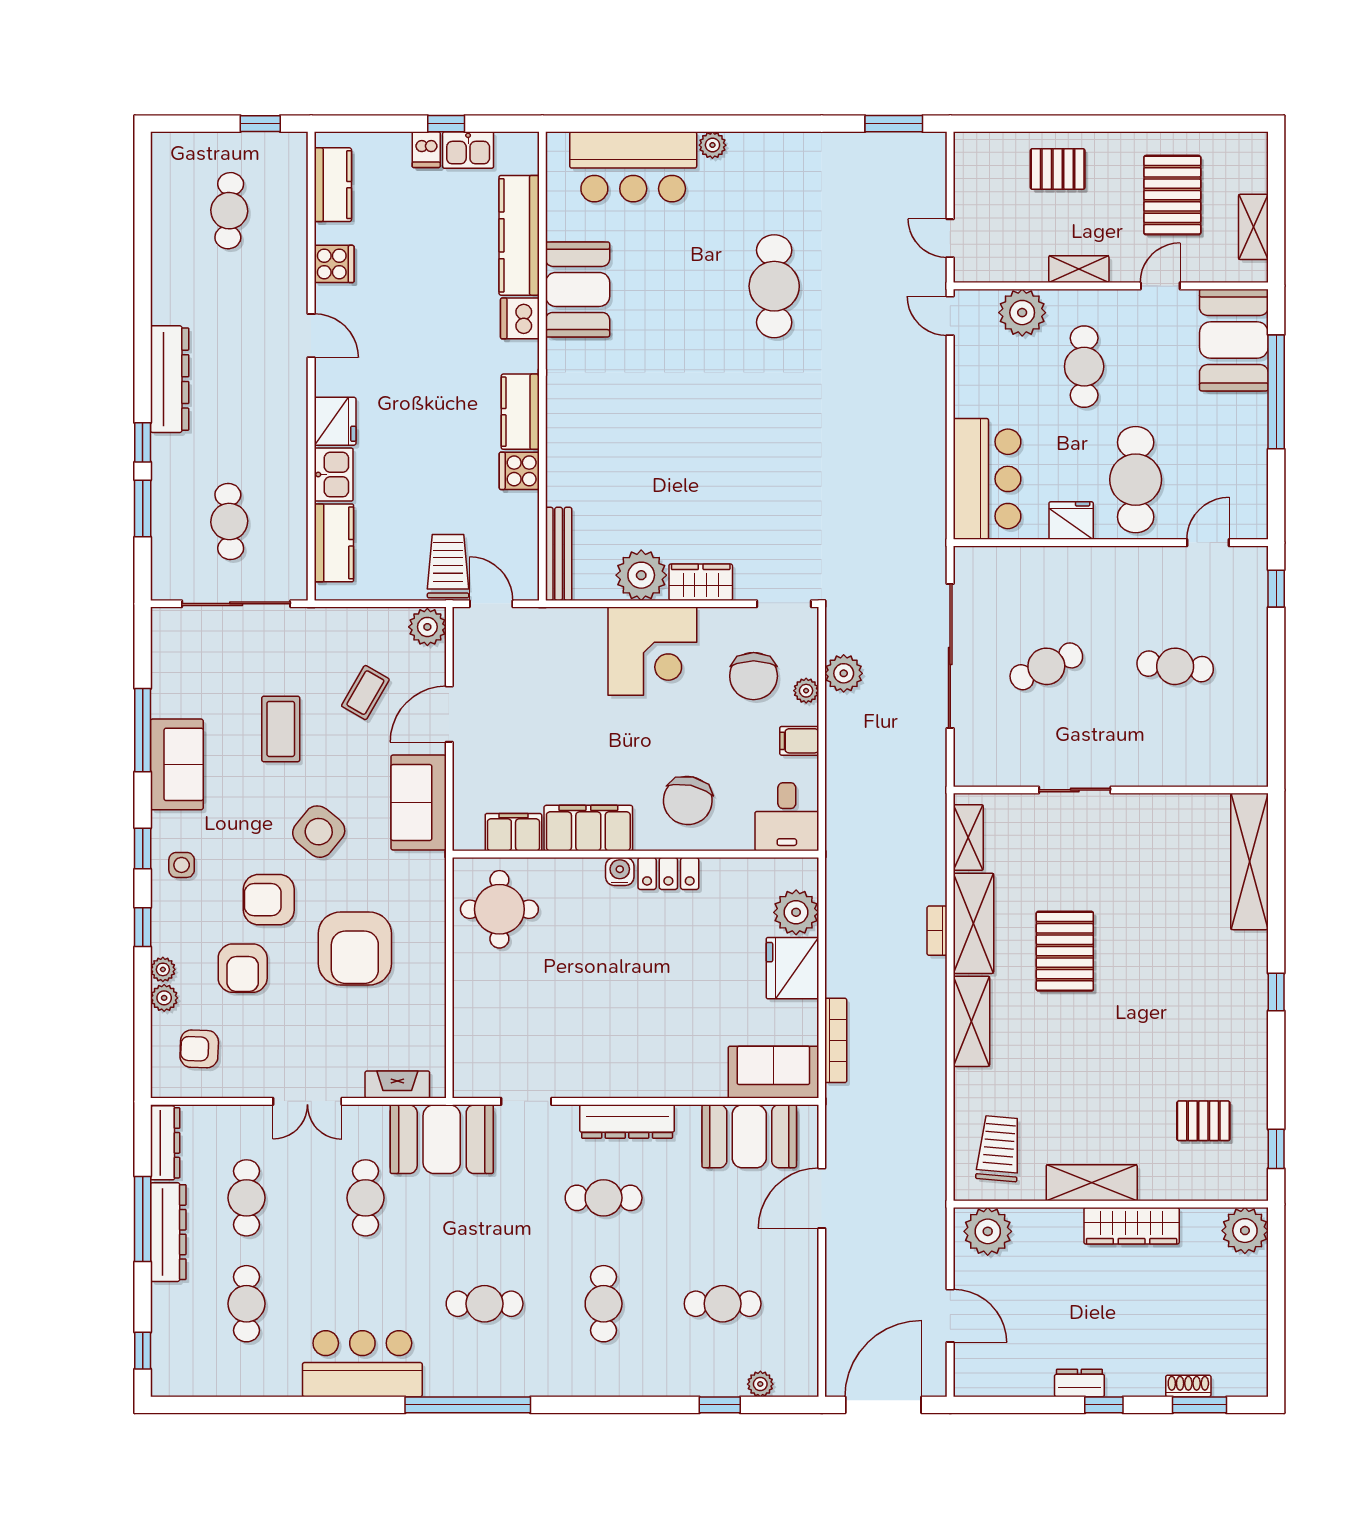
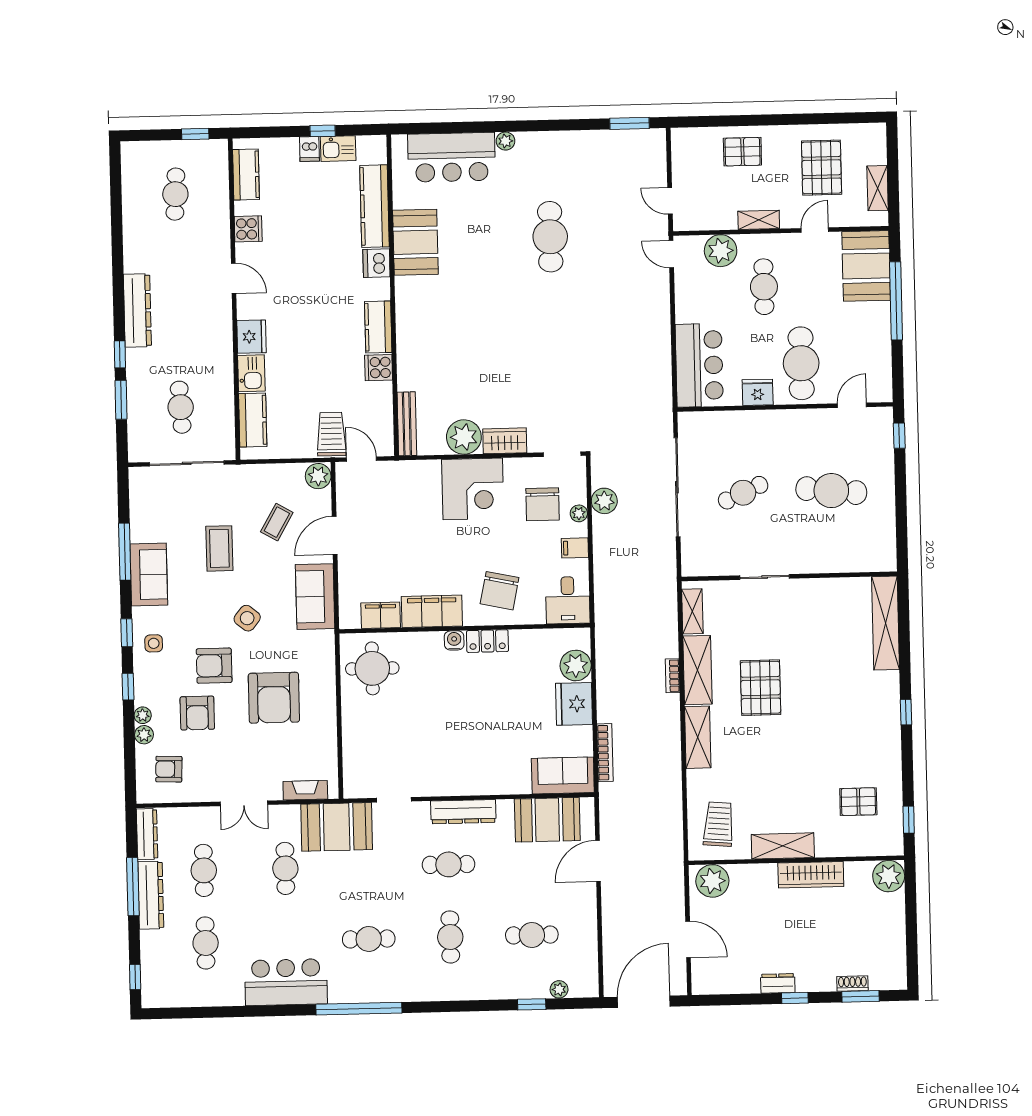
cafe table: (1175, 666) -> (831, 491), width x1.37, depth x1.35
side table: (319, 832) -> (247, 618), width x0.73, depth x0.73

